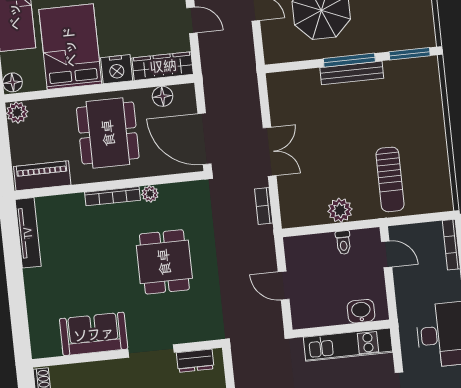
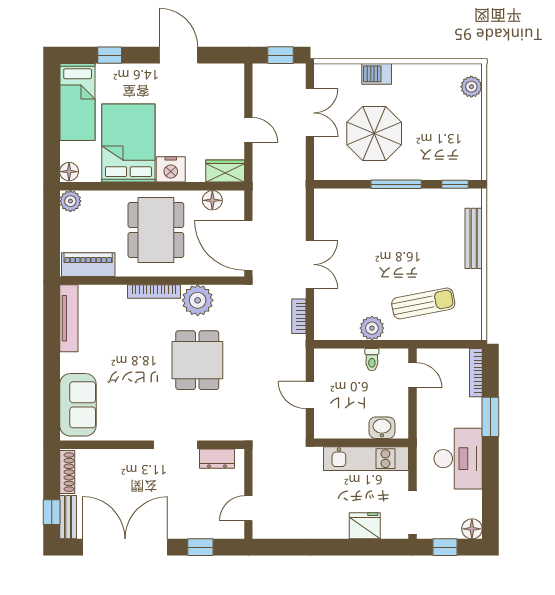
window: (410, 54) -> (455, 184), width x0.67
wardrobe: (163, 66) -> (225, 171), width x0.67
bench: (352, 73) -> (474, 238), moved, turned 90
sun lounger: (390, 179) -> (423, 303), turned -101
plant: (150, 194) -> (198, 300), width x1.87, depth x1.87
sofa: (94, 334) -> (78, 405), moved, turned 90

